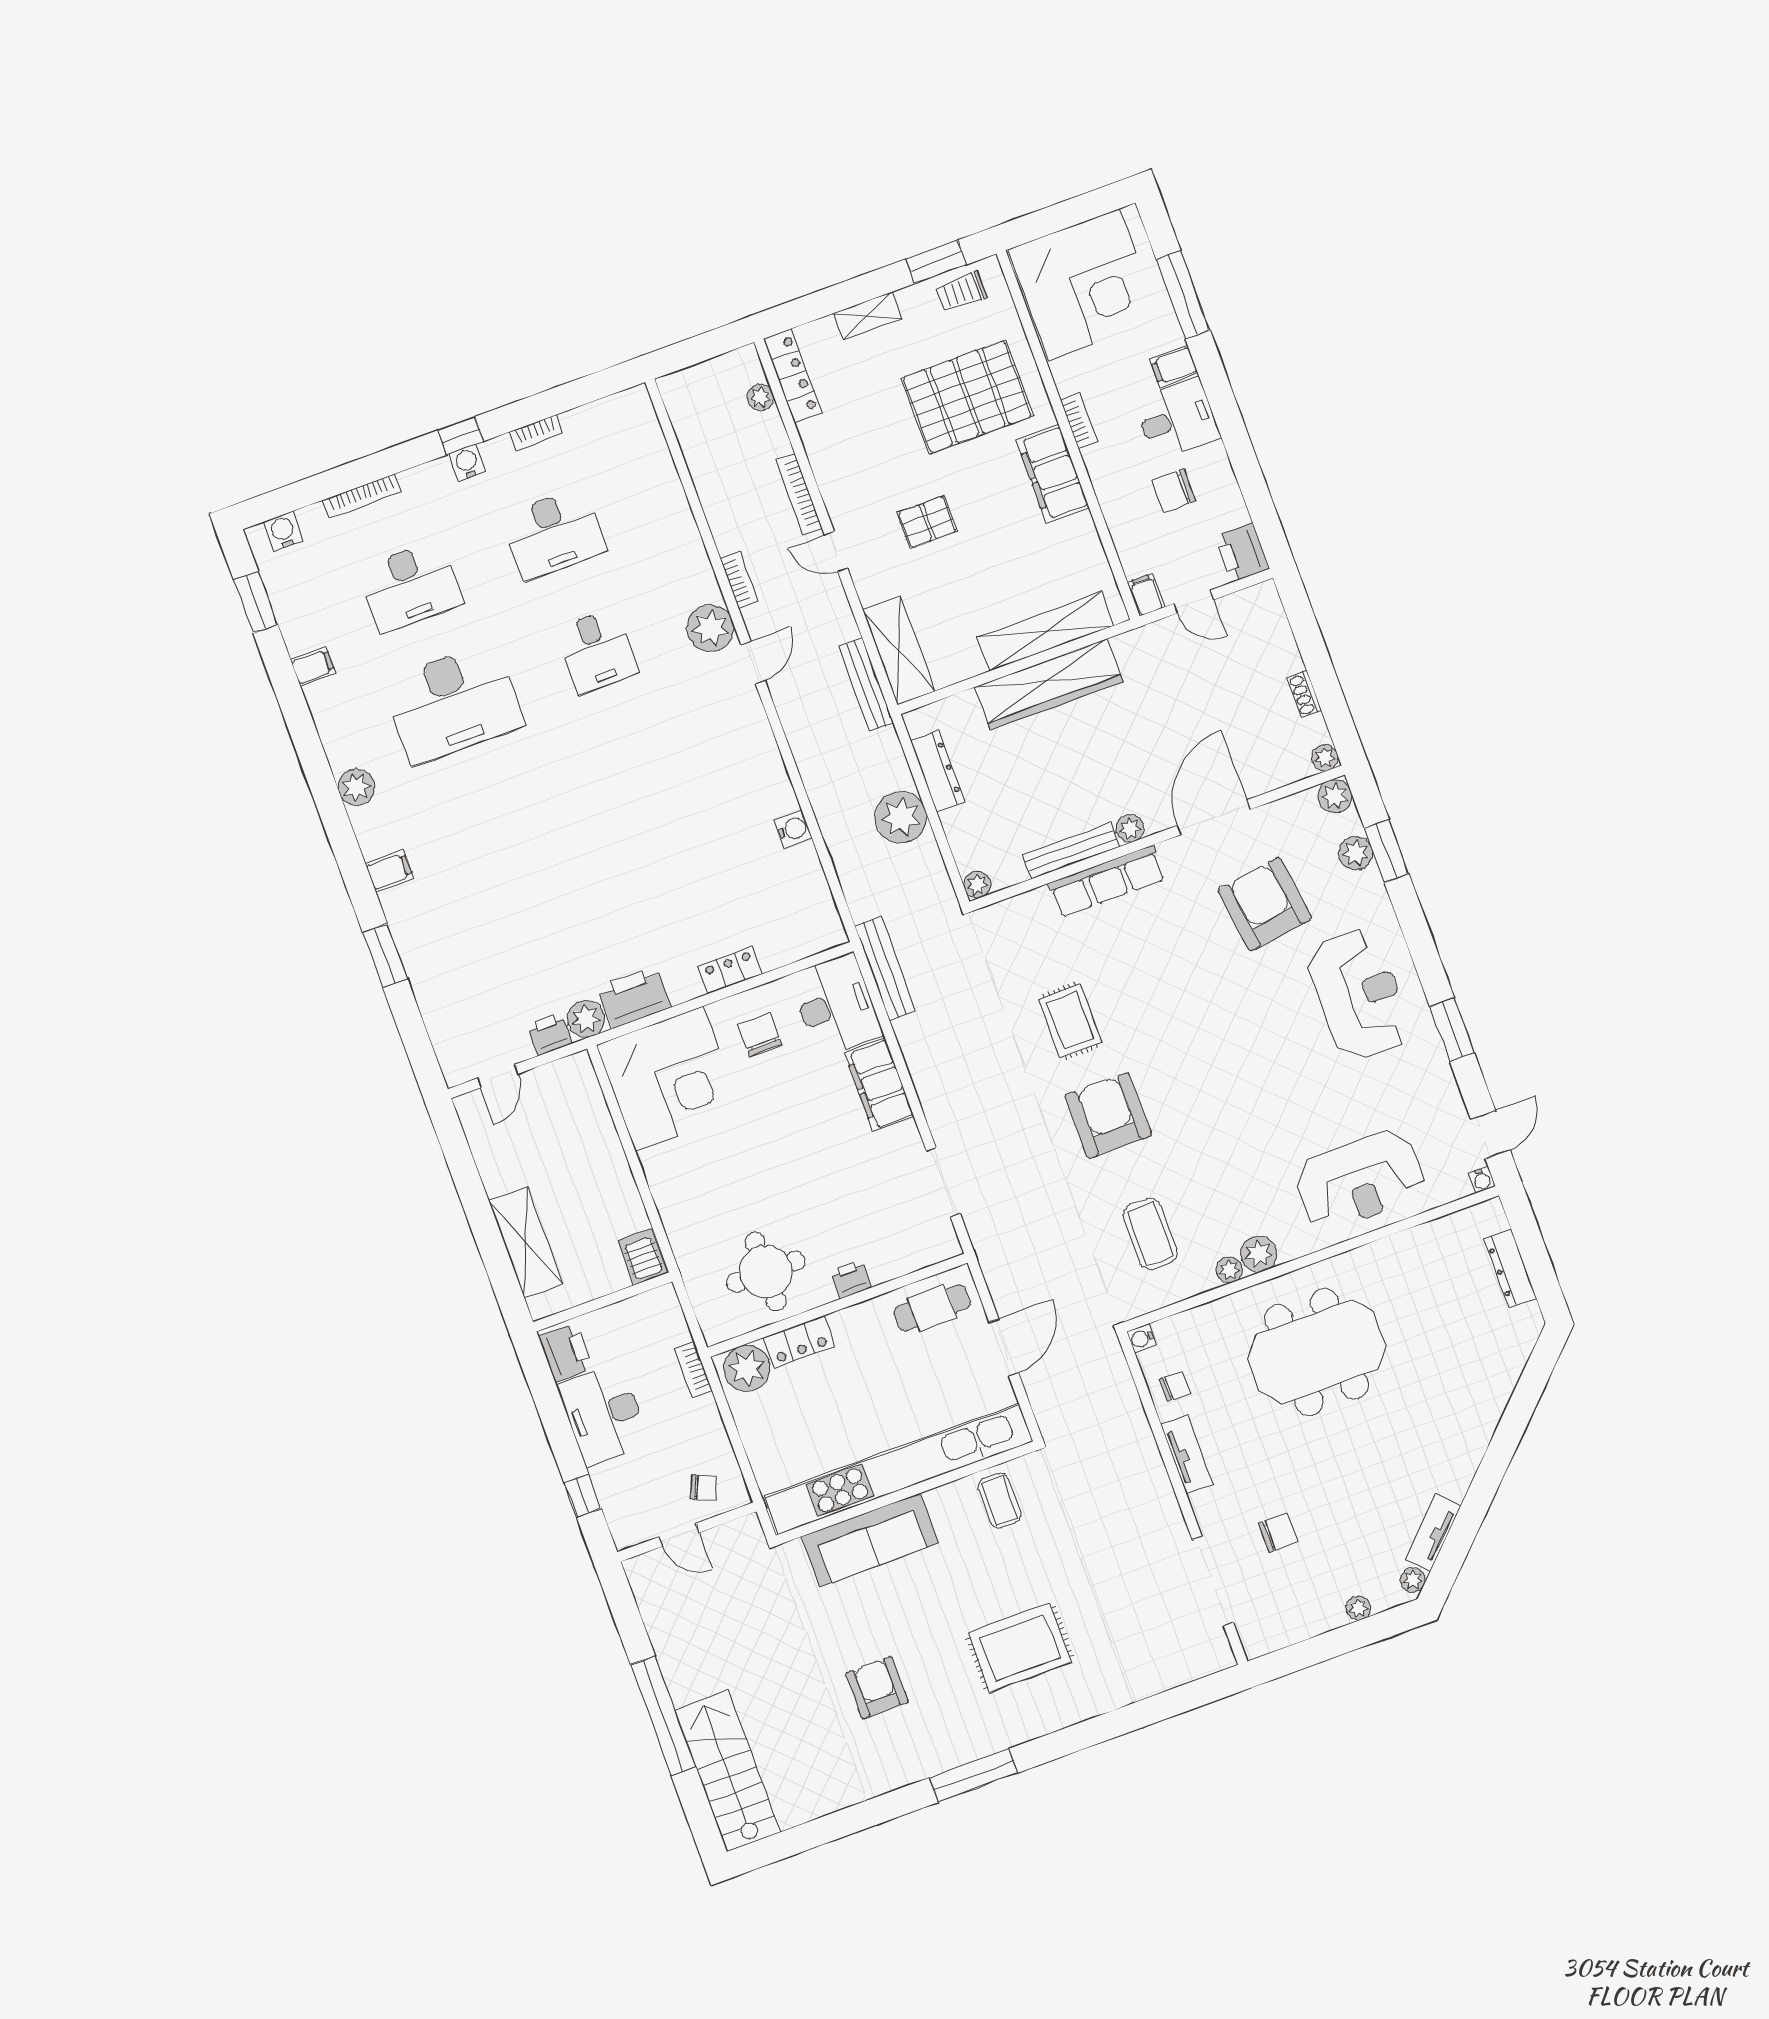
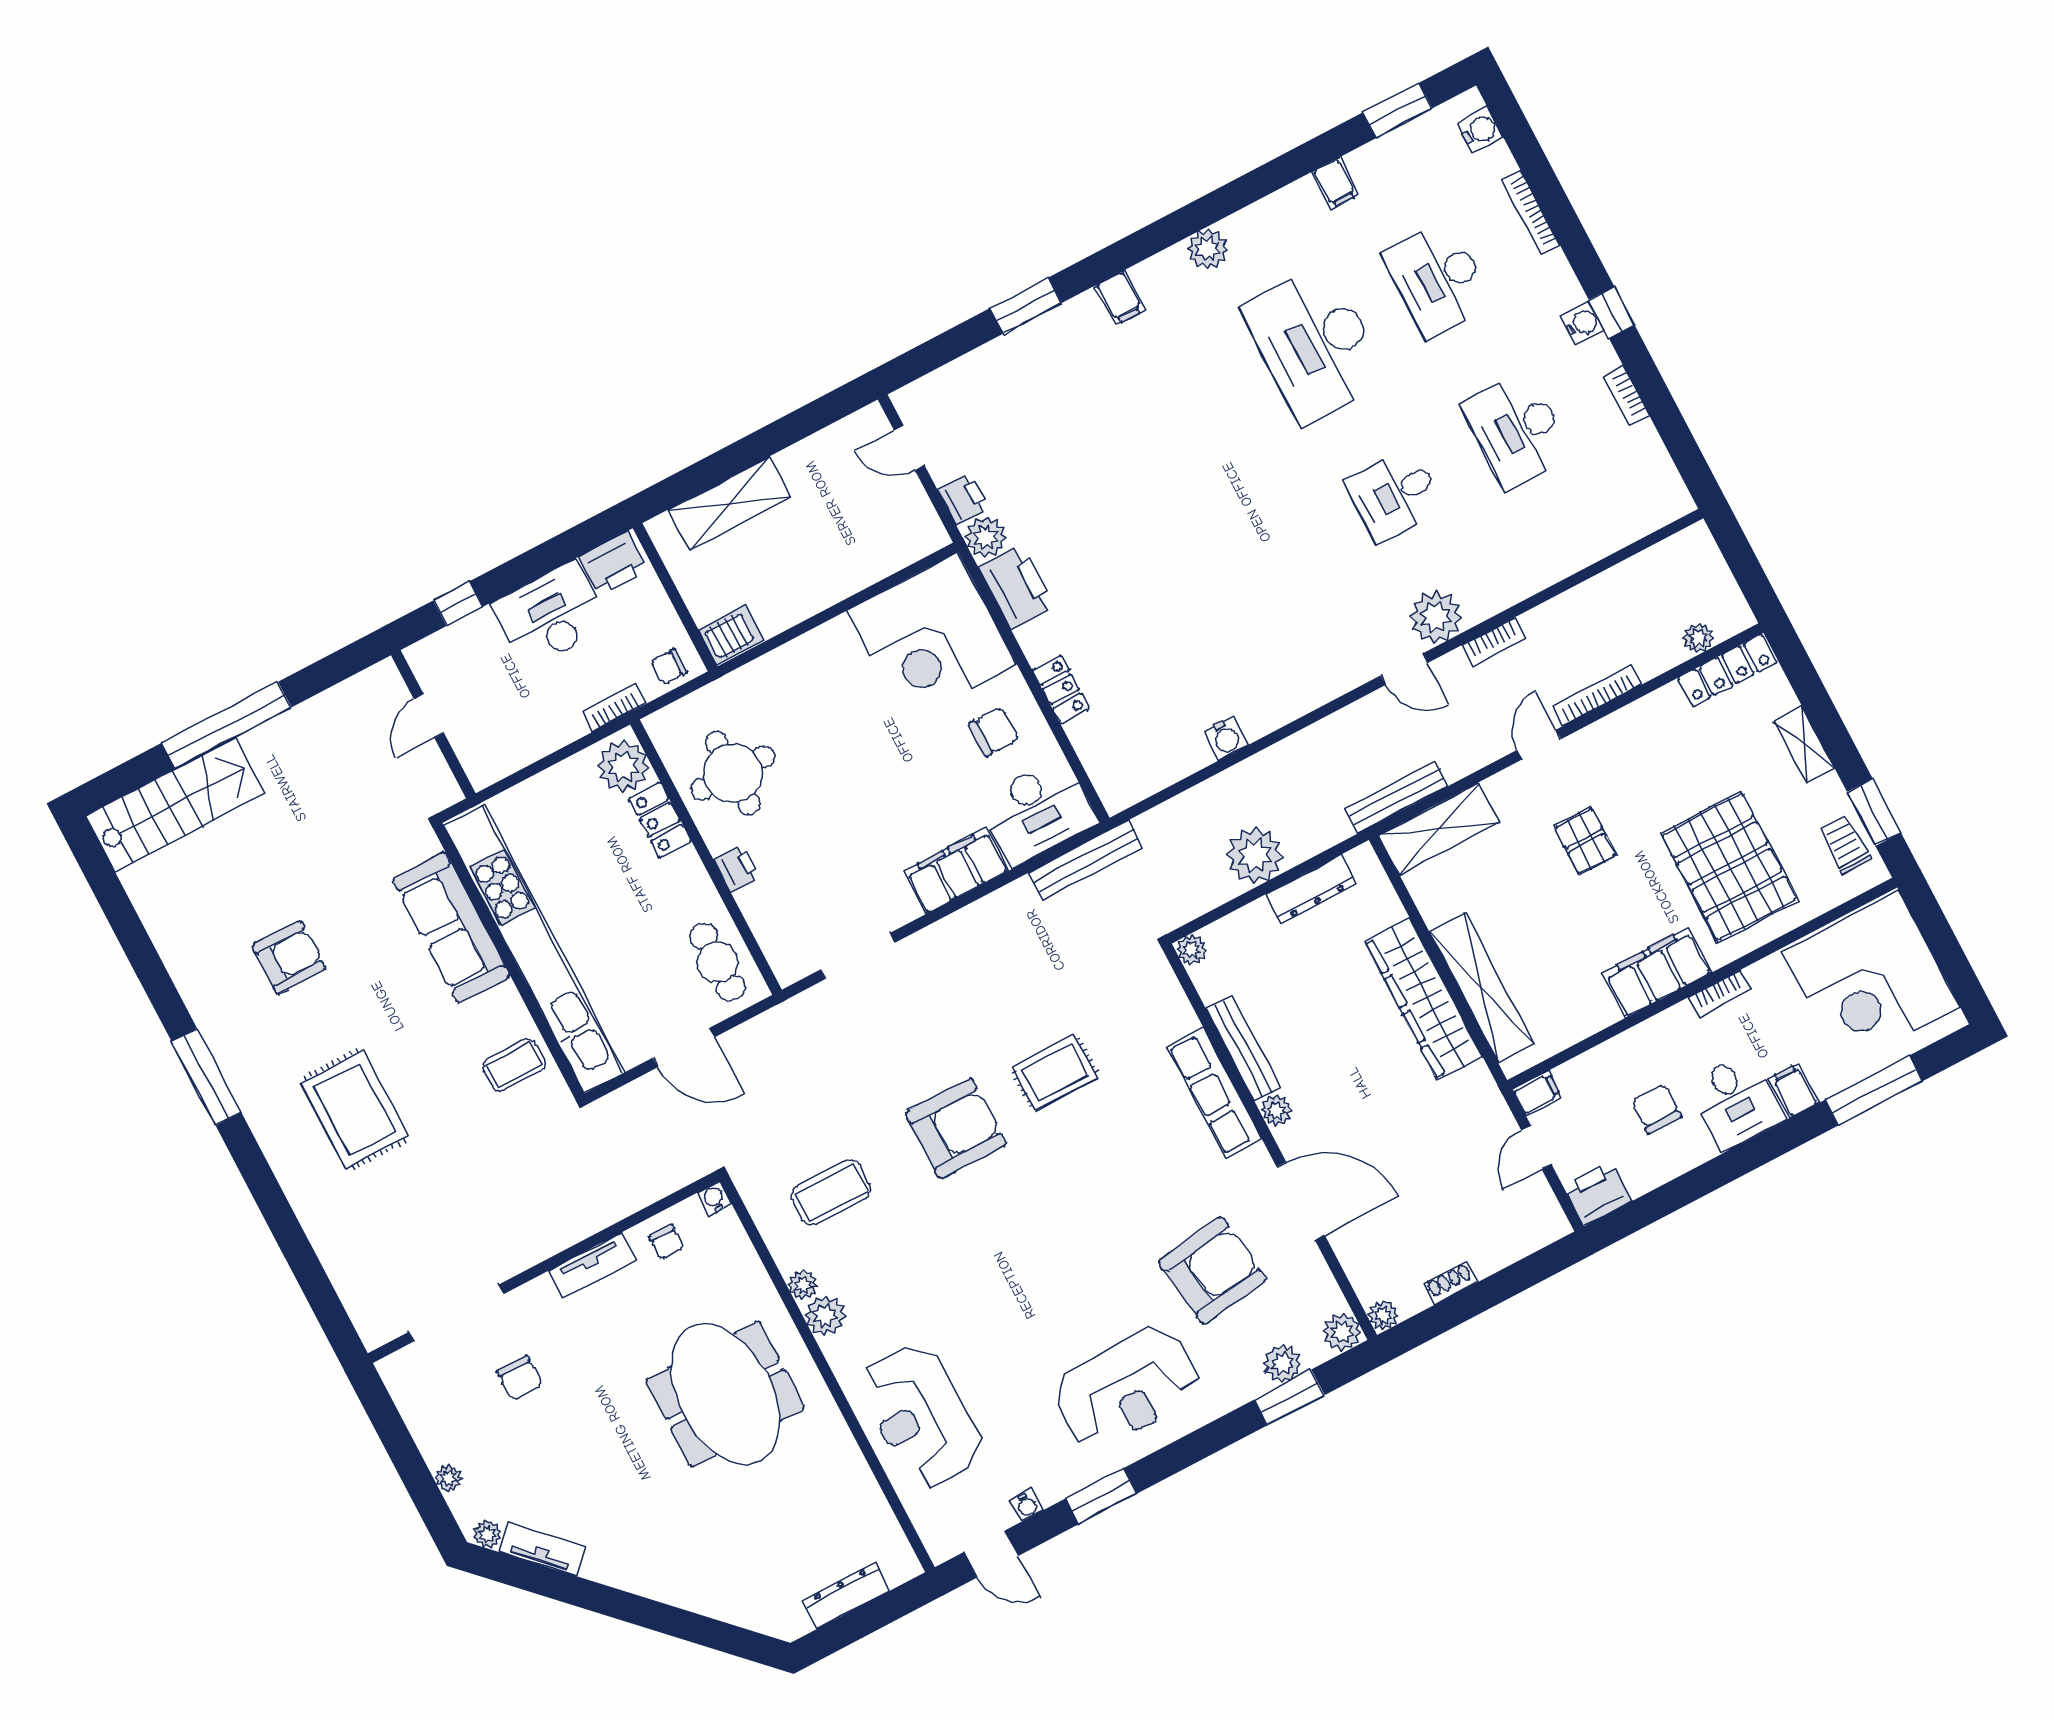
water cooler: (1482, 1180) -> (1027, 1505), moved, turned -90
chair: (704, 1488) -> (669, 667), moved, turned 67

